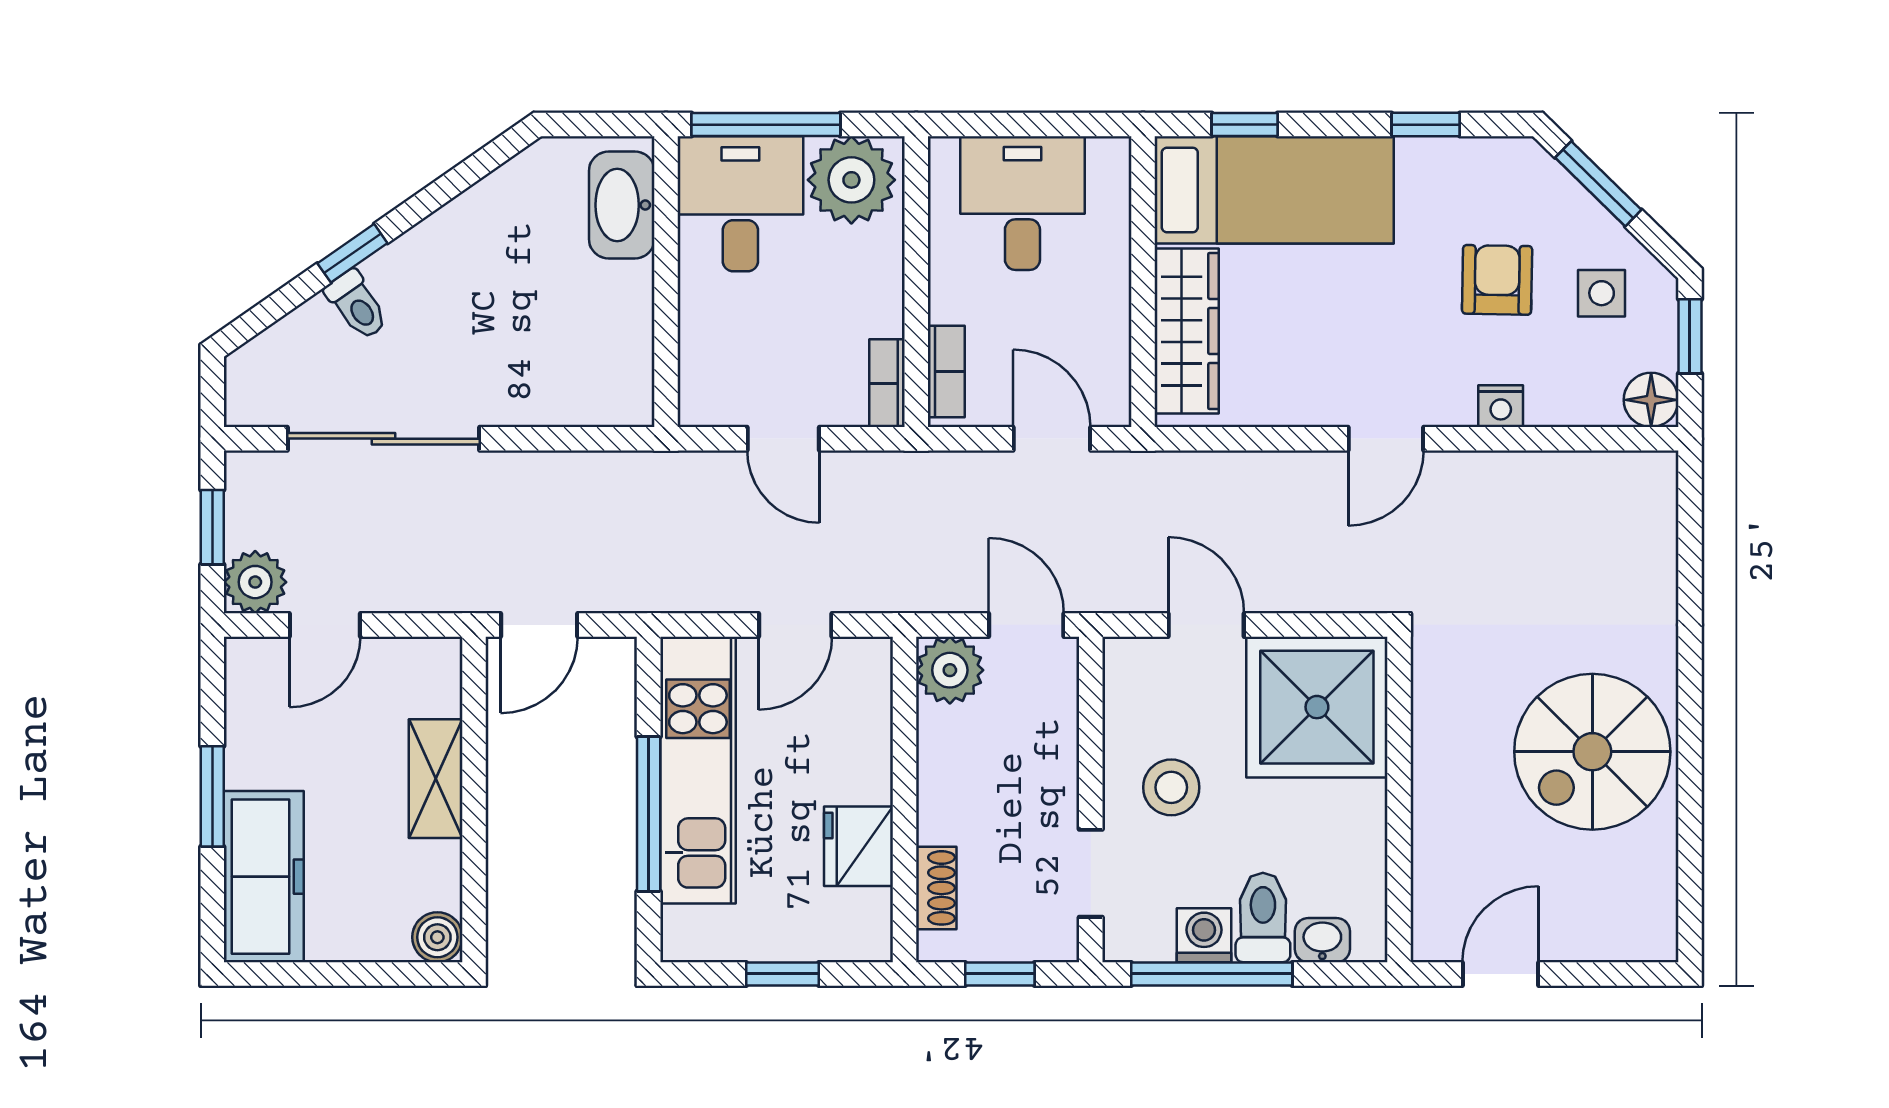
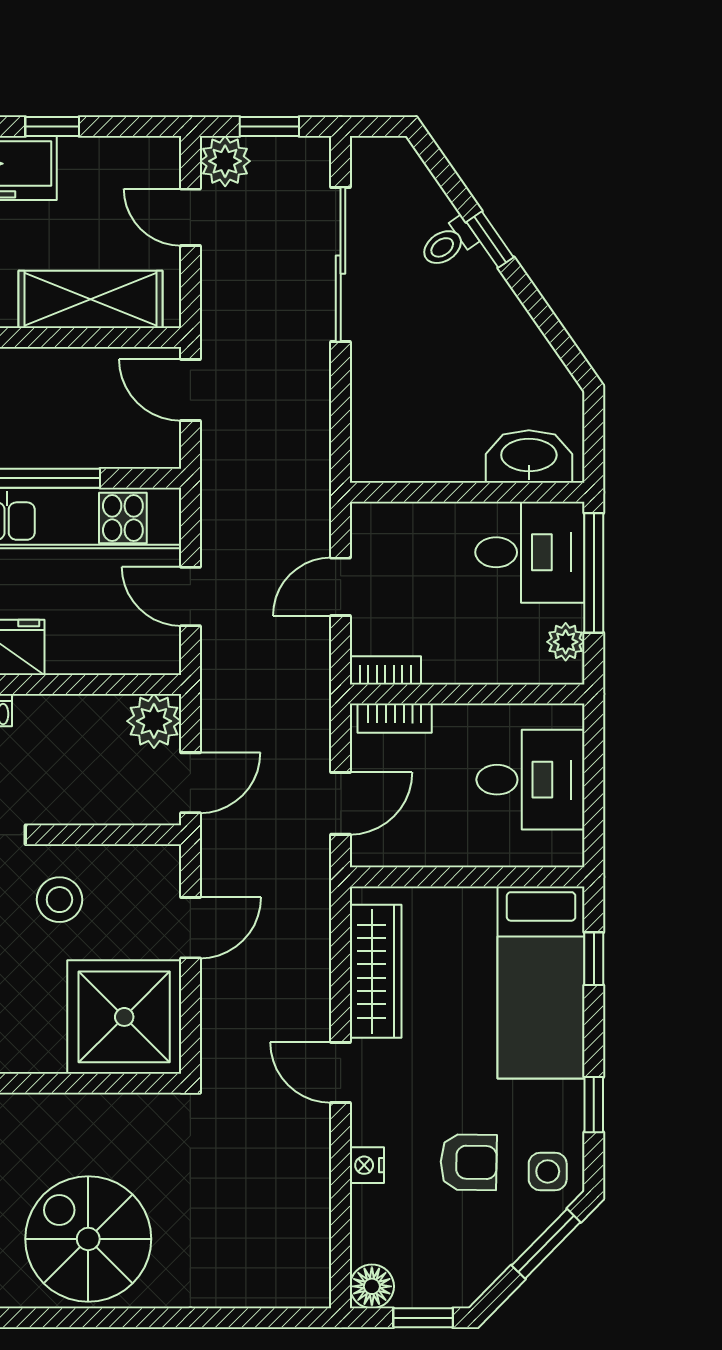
plant: (851, 180) -> (566, 642), width x0.53, depth x0.53
side table: (1602, 293) -> (548, 1171), moved
wardrobe: (1187, 331) -> (376, 971), moved, turned -90
shelving: (436, 779) -> (91, 299), width x1.50, depth x1.33
window: (212, 796) -> (52, 127), width x0.67

